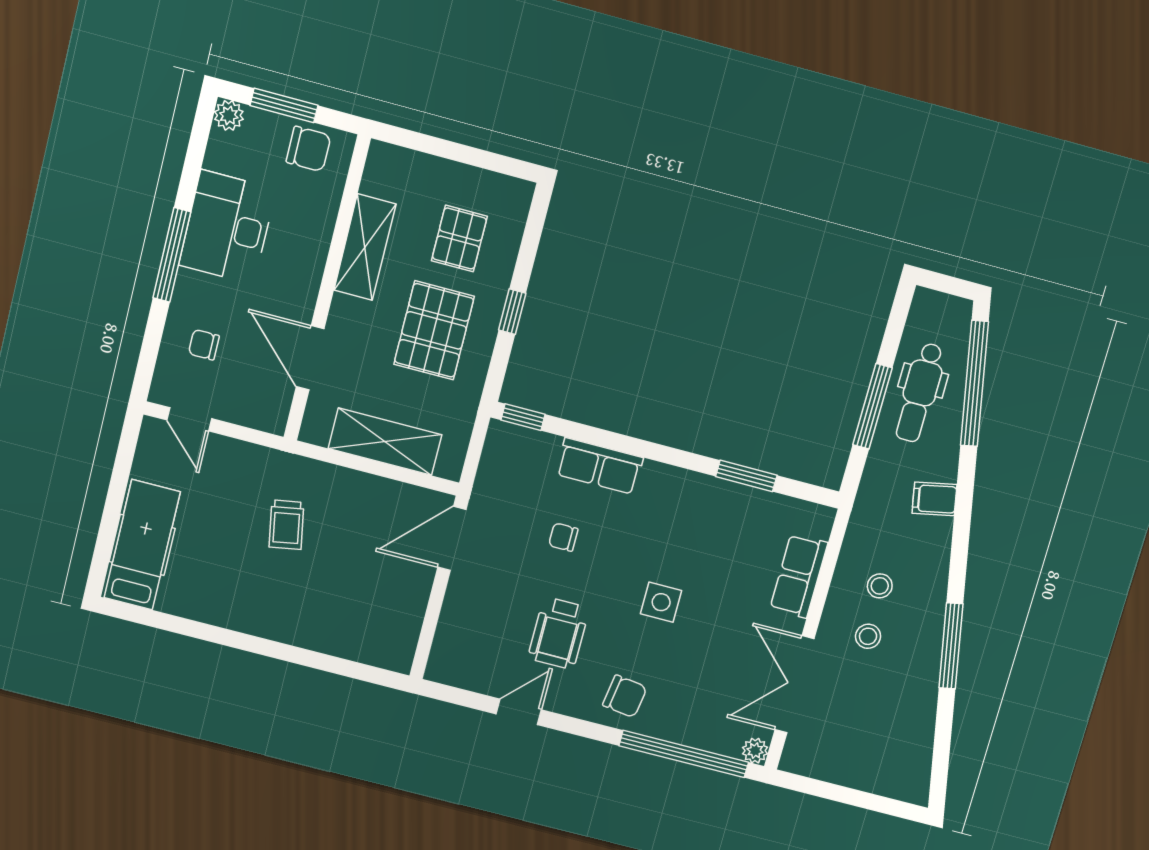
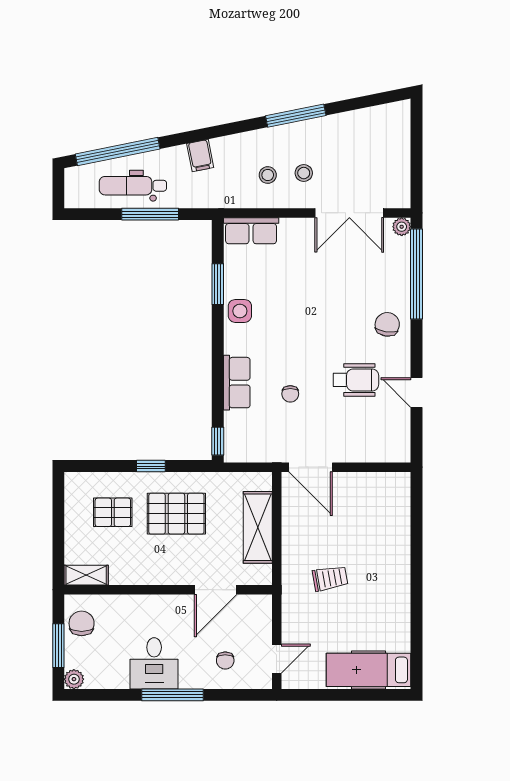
desk: (227, 227) -> (154, 663), width x0.73
shelving: (365, 247) -> (86, 575), moved, width x0.67, depth x0.75
dental chair: (920, 393) -> (133, 186), turned 180
row of seats: (799, 576) -> (251, 231), moved
side table: (661, 602) -> (240, 311), moved

